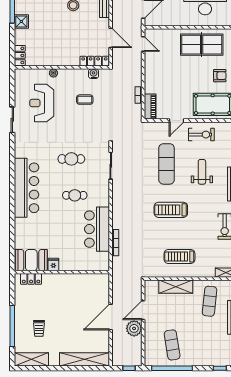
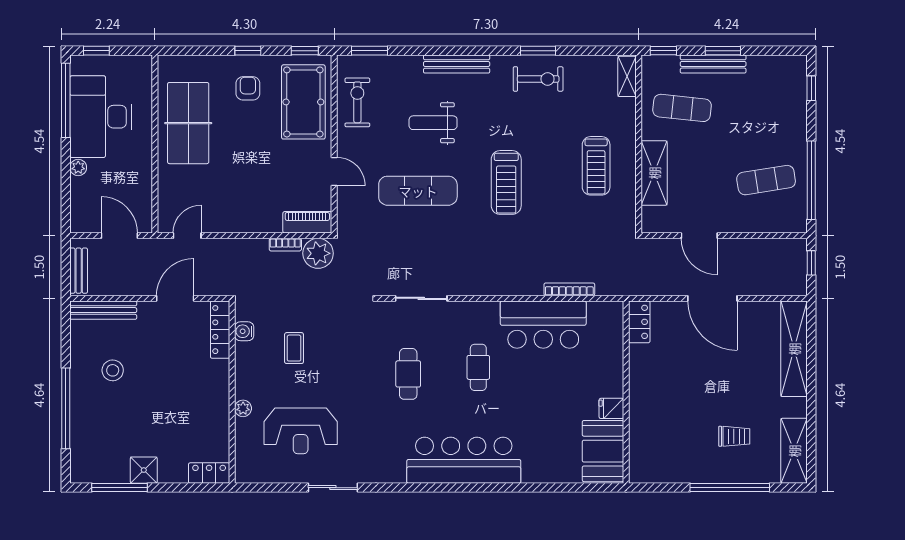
exercise bike: (201, 135) -> (357, 102), moved
locker: (31, 279) -> (639, 322), moved
plant: (134, 328) -> (318, 253), moved

